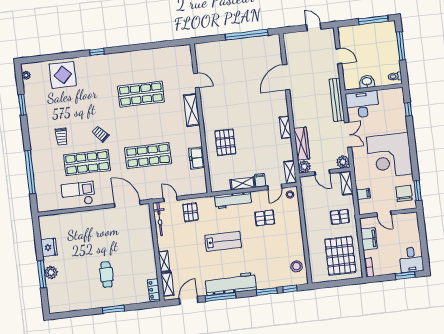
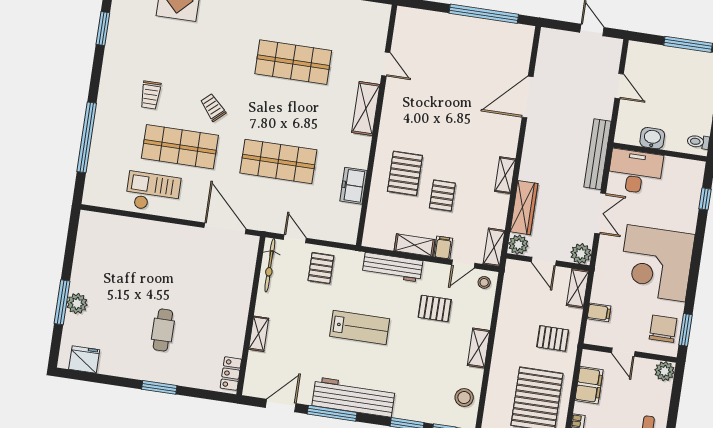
pallet: (251, 150) -> (442, 196), added
plant: (412, 218) -> (665, 371), added
fridge: (49, 247) -> (84, 359), moved, turned -90
shelving: (167, 284) -> (479, 348), moved

